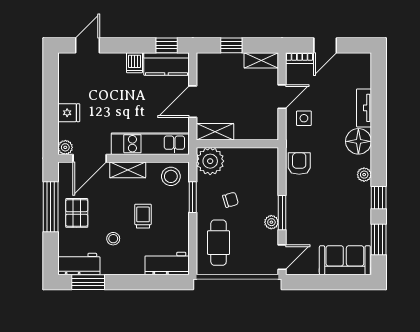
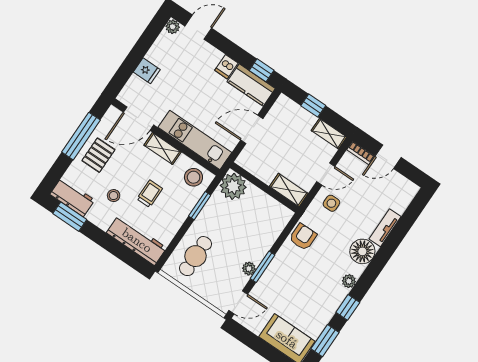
shelving: (215, 132) -> (289, 190), moved
plant: (65, 147) -> (173, 27), moved
chair: (231, 200) -> (228, 228), removed
workbench: (167, 264) -> (137, 240), width x1.38

